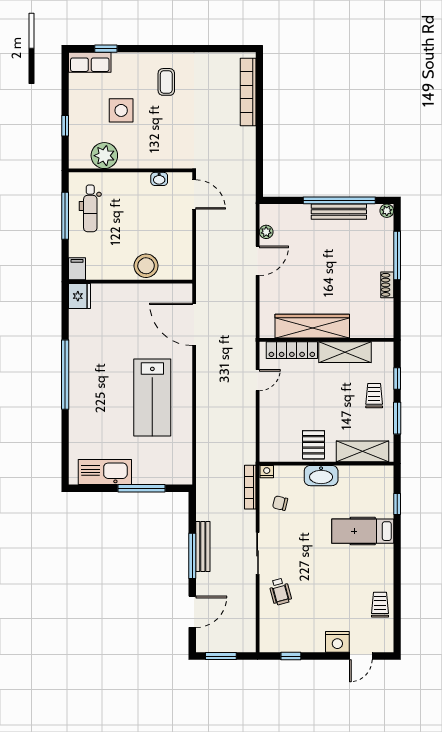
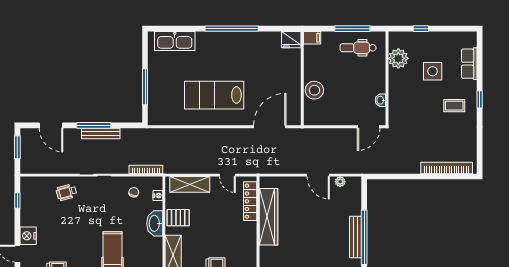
window: (106, 49) -> (480, 99), moved
row of seats: (90, 62) -> (469, 64), moved
shelving: (345, 352) -> (190, 184), moved, turned 90
kitchen sink: (105, 472) -> (175, 41), moved, turned 90
nightstand: (267, 472) -> (158, 196), moved

